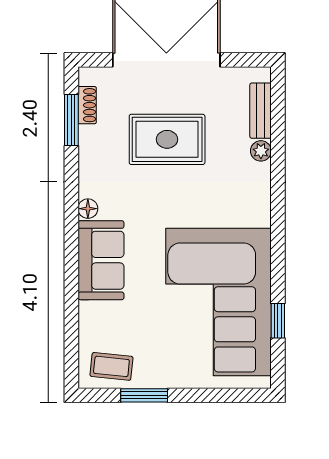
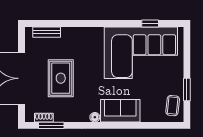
plant: (261, 151) -> (66, 32), removed

